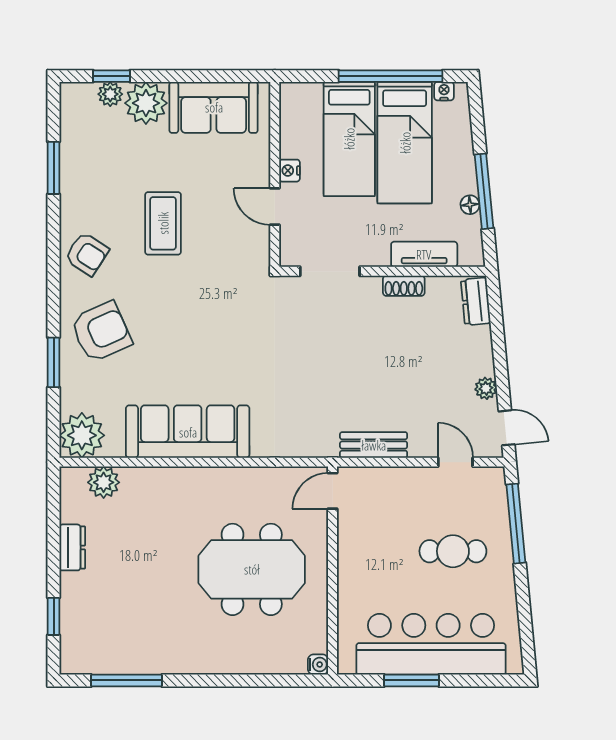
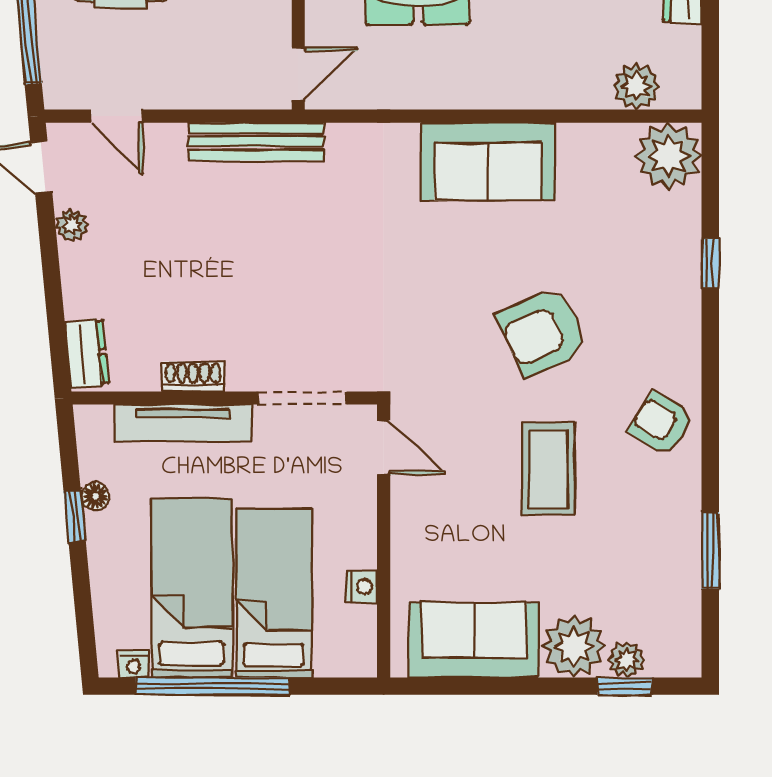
nightstand: (289, 171) -> (362, 586), moved
window: (484, 191) -> (75, 516), width x0.46
door: (275, 206) -> (384, 447), moved
tv unit: (424, 254) -> (183, 423), width x1.41
armchair: (101, 332) -> (543, 332), moved
window: (54, 362) -> (710, 263), width x0.67
sofa: (188, 432) -> (488, 161), width x0.73
bench: (374, 445) -> (256, 141), width x1.36

